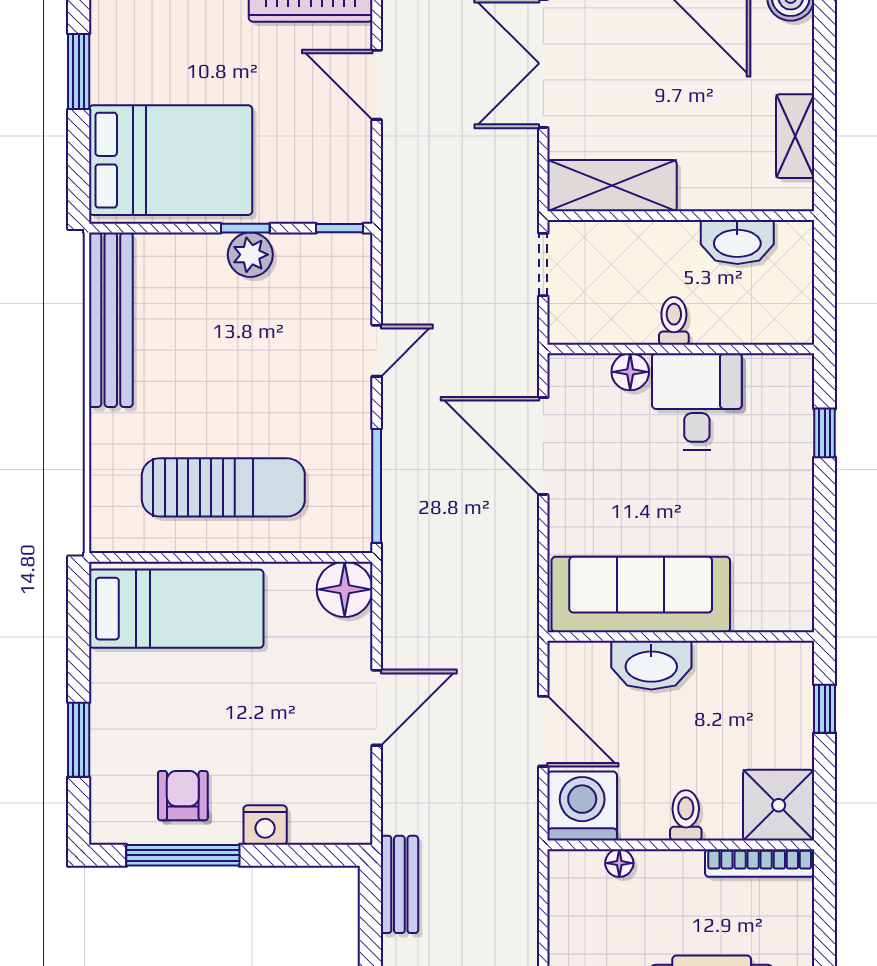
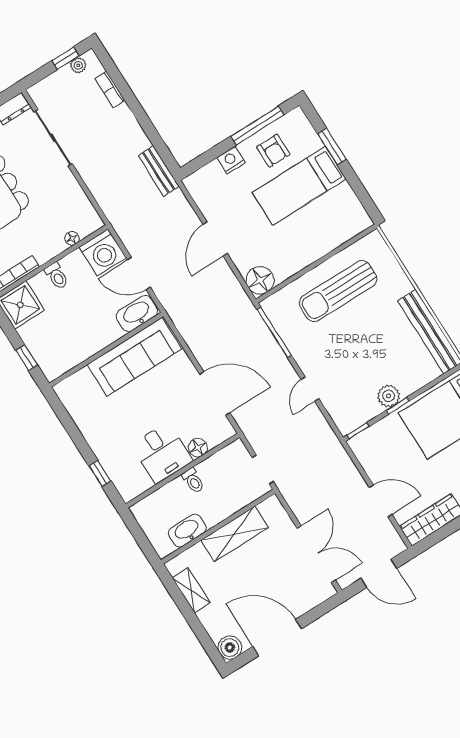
shelving: (612, 186) -> (235, 534), moved
bed: (176, 609) -> (299, 186), moved
washbasin: (651, 665) -> (137, 314), moved

